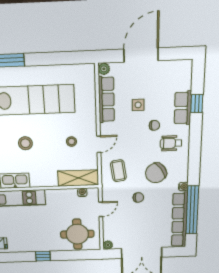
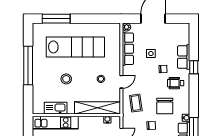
window: (197, 104) -> (194, 67), moved
chair: (156, 173) -> (165, 106), turned -55
shelving: (78, 178) -> (98, 108), width x1.47

